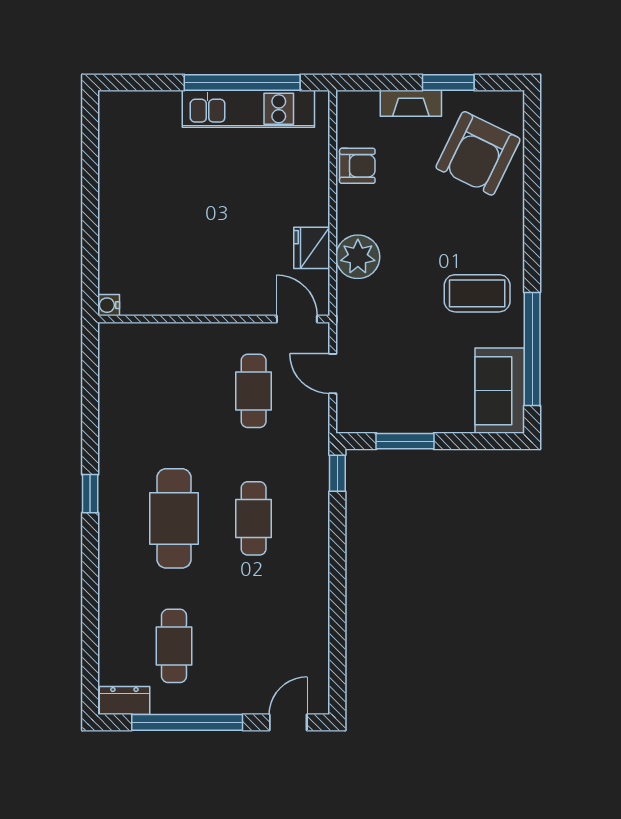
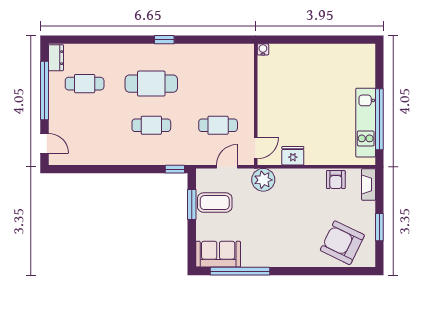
fireplace: (411, 103) -> (369, 184), moved
plant: (358, 257) -> (263, 180), moved
coffee table: (477, 293) -> (215, 203), moved, turned 90

